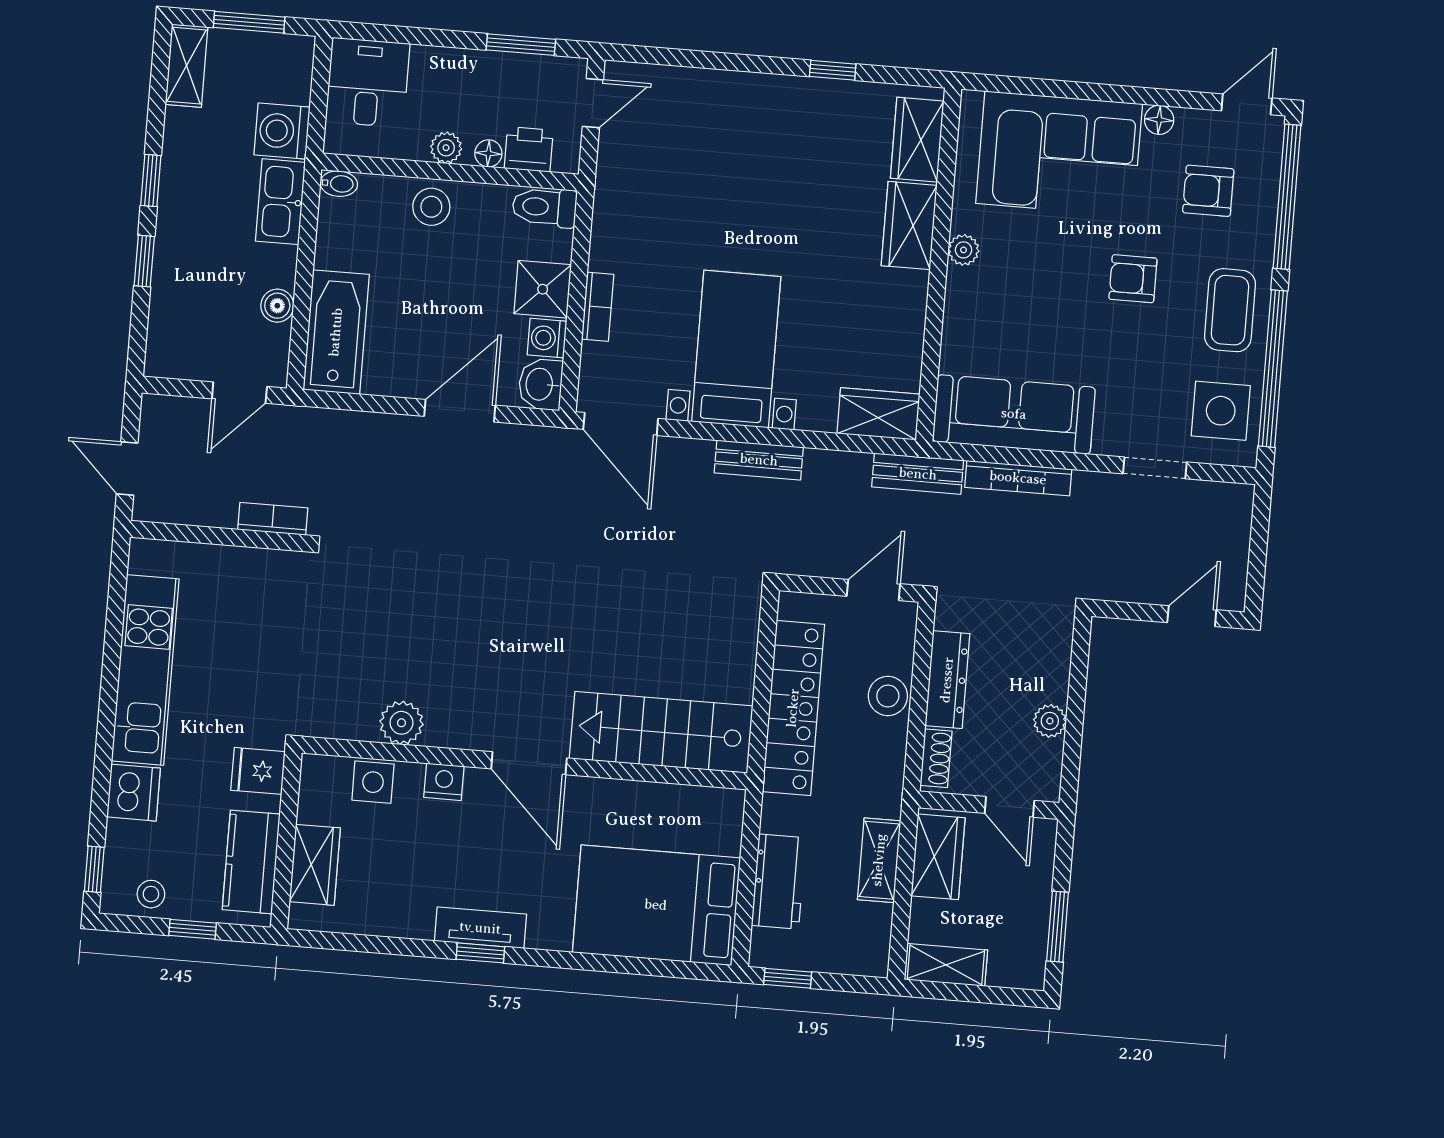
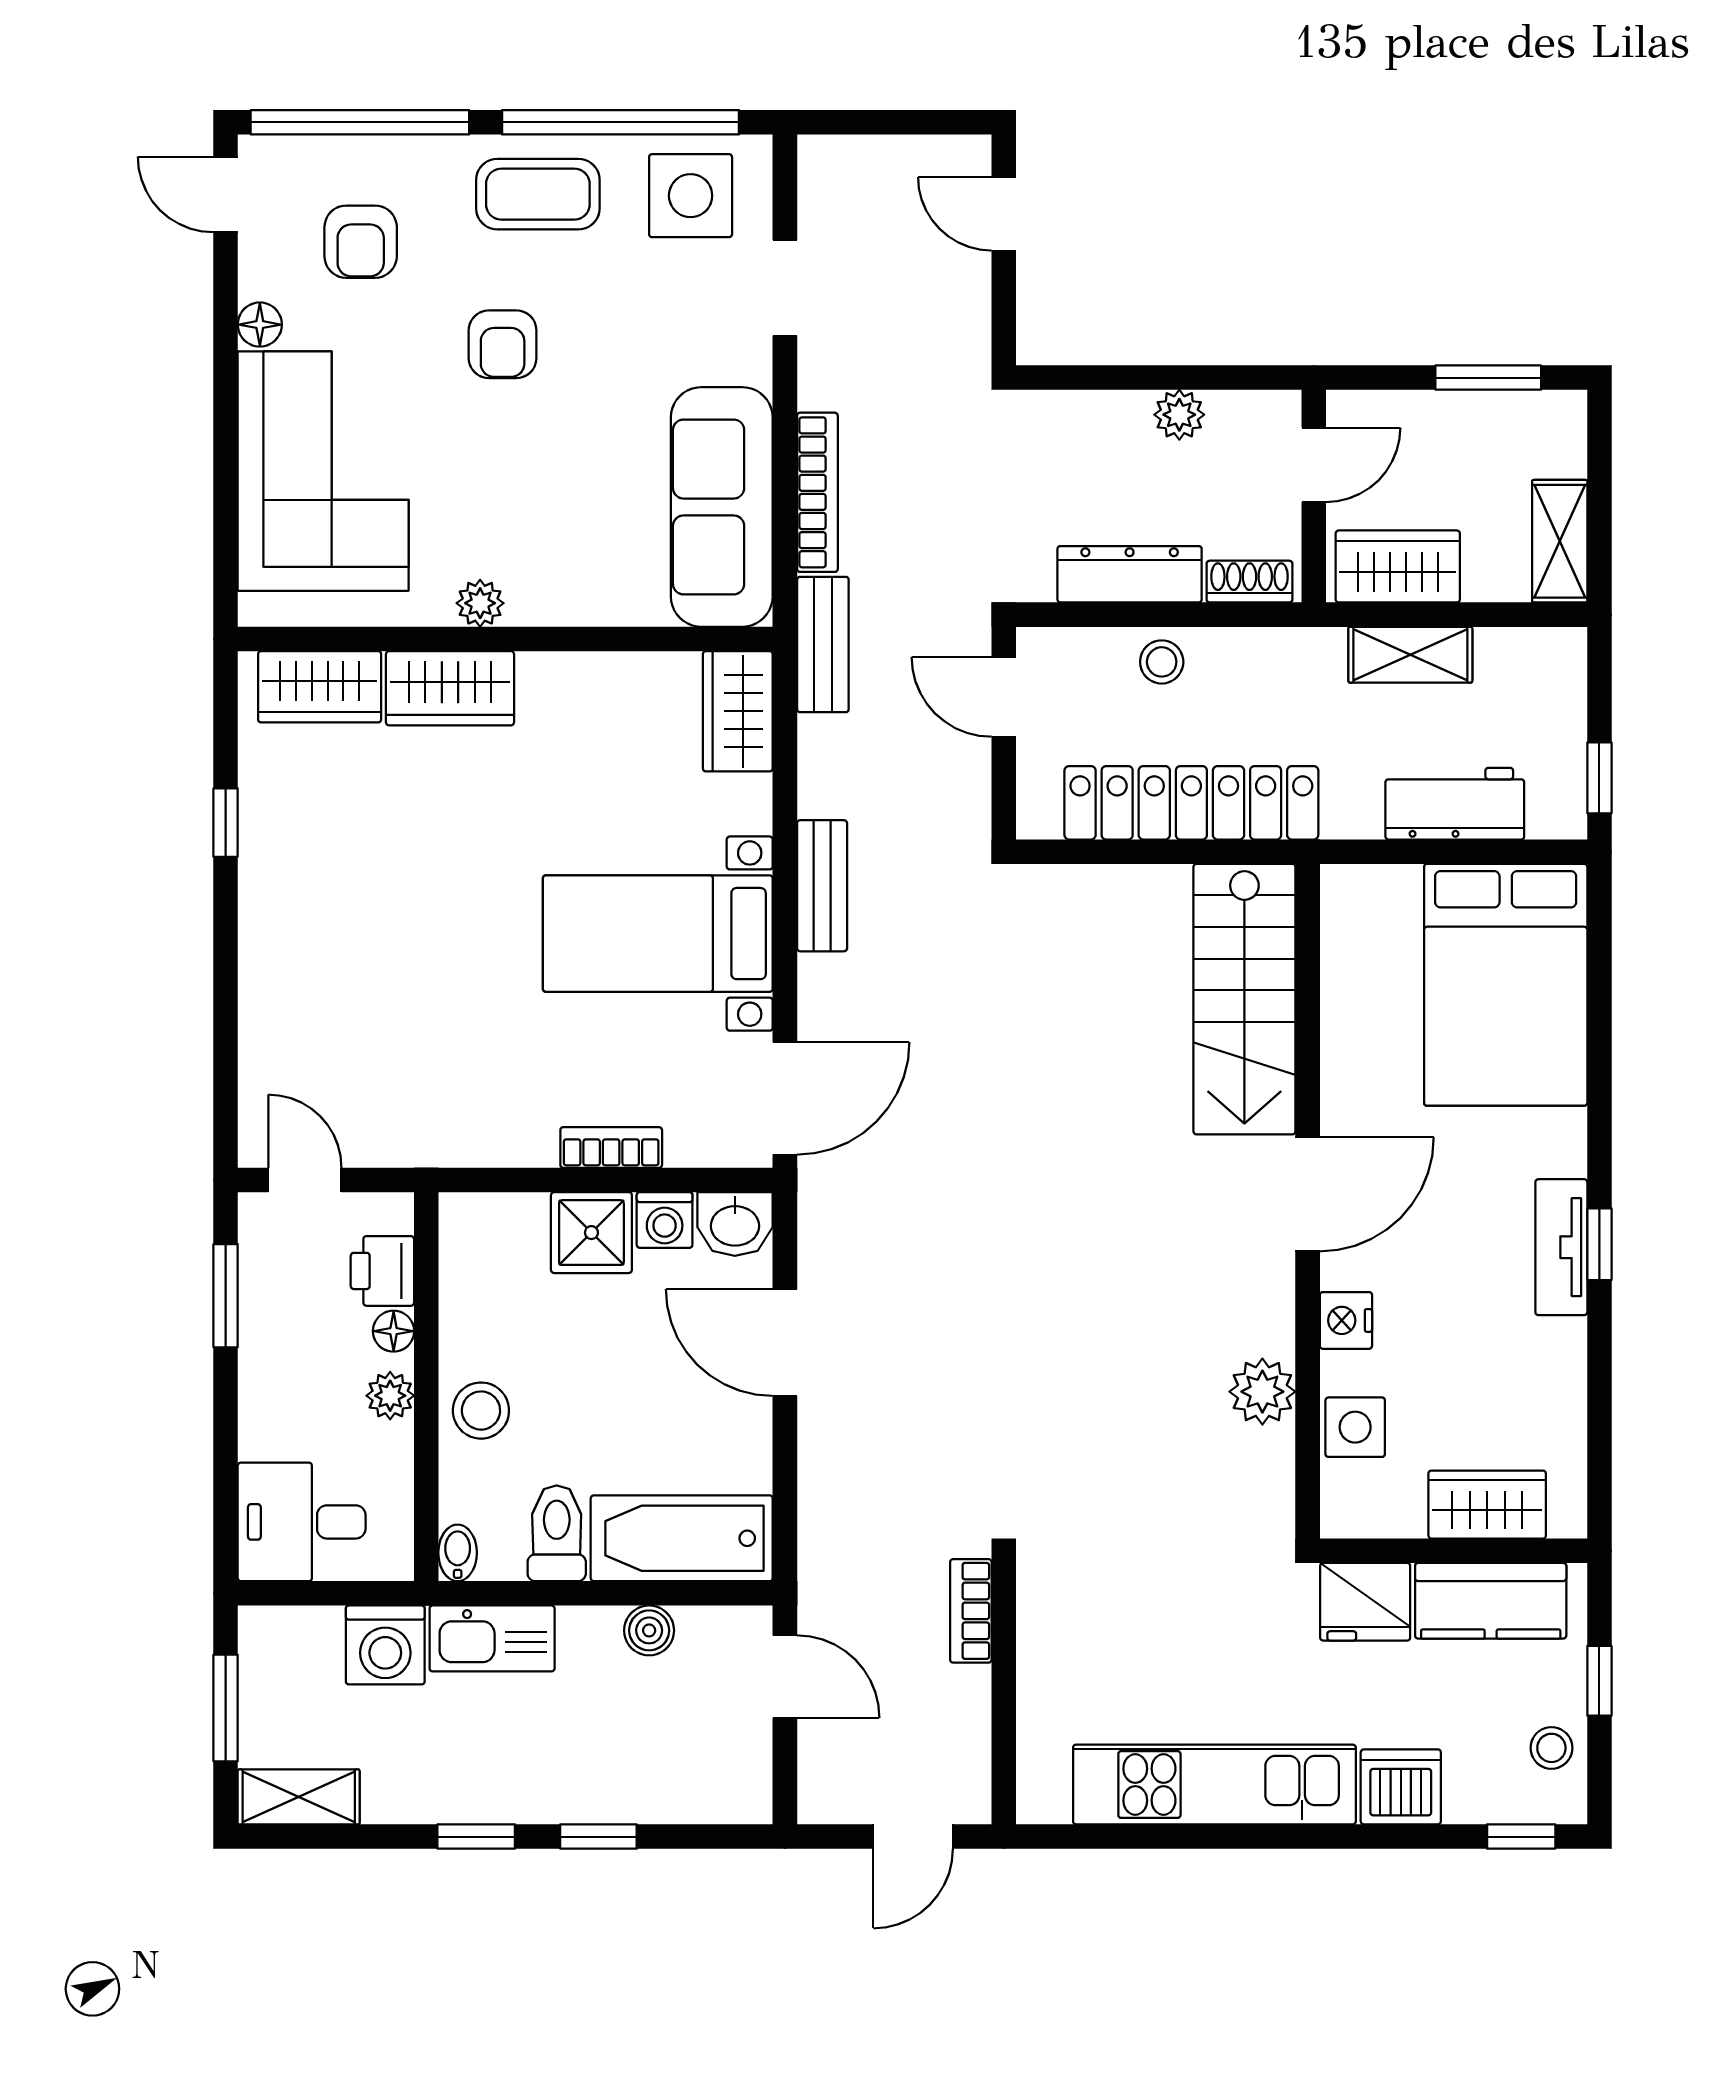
toilet: (544, 207) -> (557, 1533), moved, turned 180
stool: (888, 696) -> (1162, 662), width x0.73, depth x0.73
fridge: (258, 771) -> (1365, 1602), width x1.38

